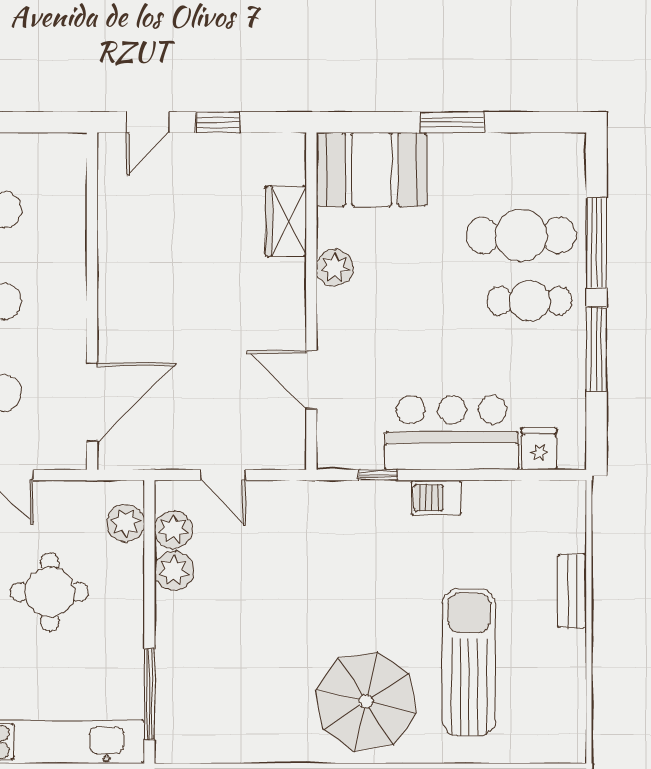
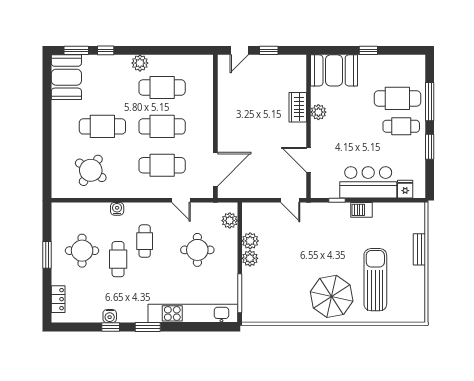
window: (452, 122) -> (368, 50), width x0.67
wardrobe: (286, 221) -> (298, 107), moved
window: (597, 349) -> (430, 147), width x0.69
door: (223, 475) -> (290, 200), moved
plant: (173, 530) -> (250, 258), moved

